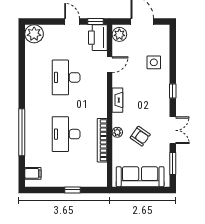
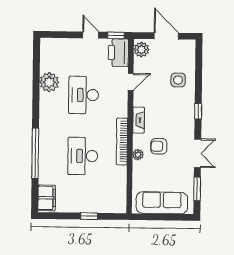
plant: (34, 34) -> (49, 82), moved
armchair: (140, 136) -> (159, 146), moved, turned 145
bookcase: (102, 140) -> (122, 141), moved
filing cabinet: (33, 173) -> (47, 198), width x2.00

